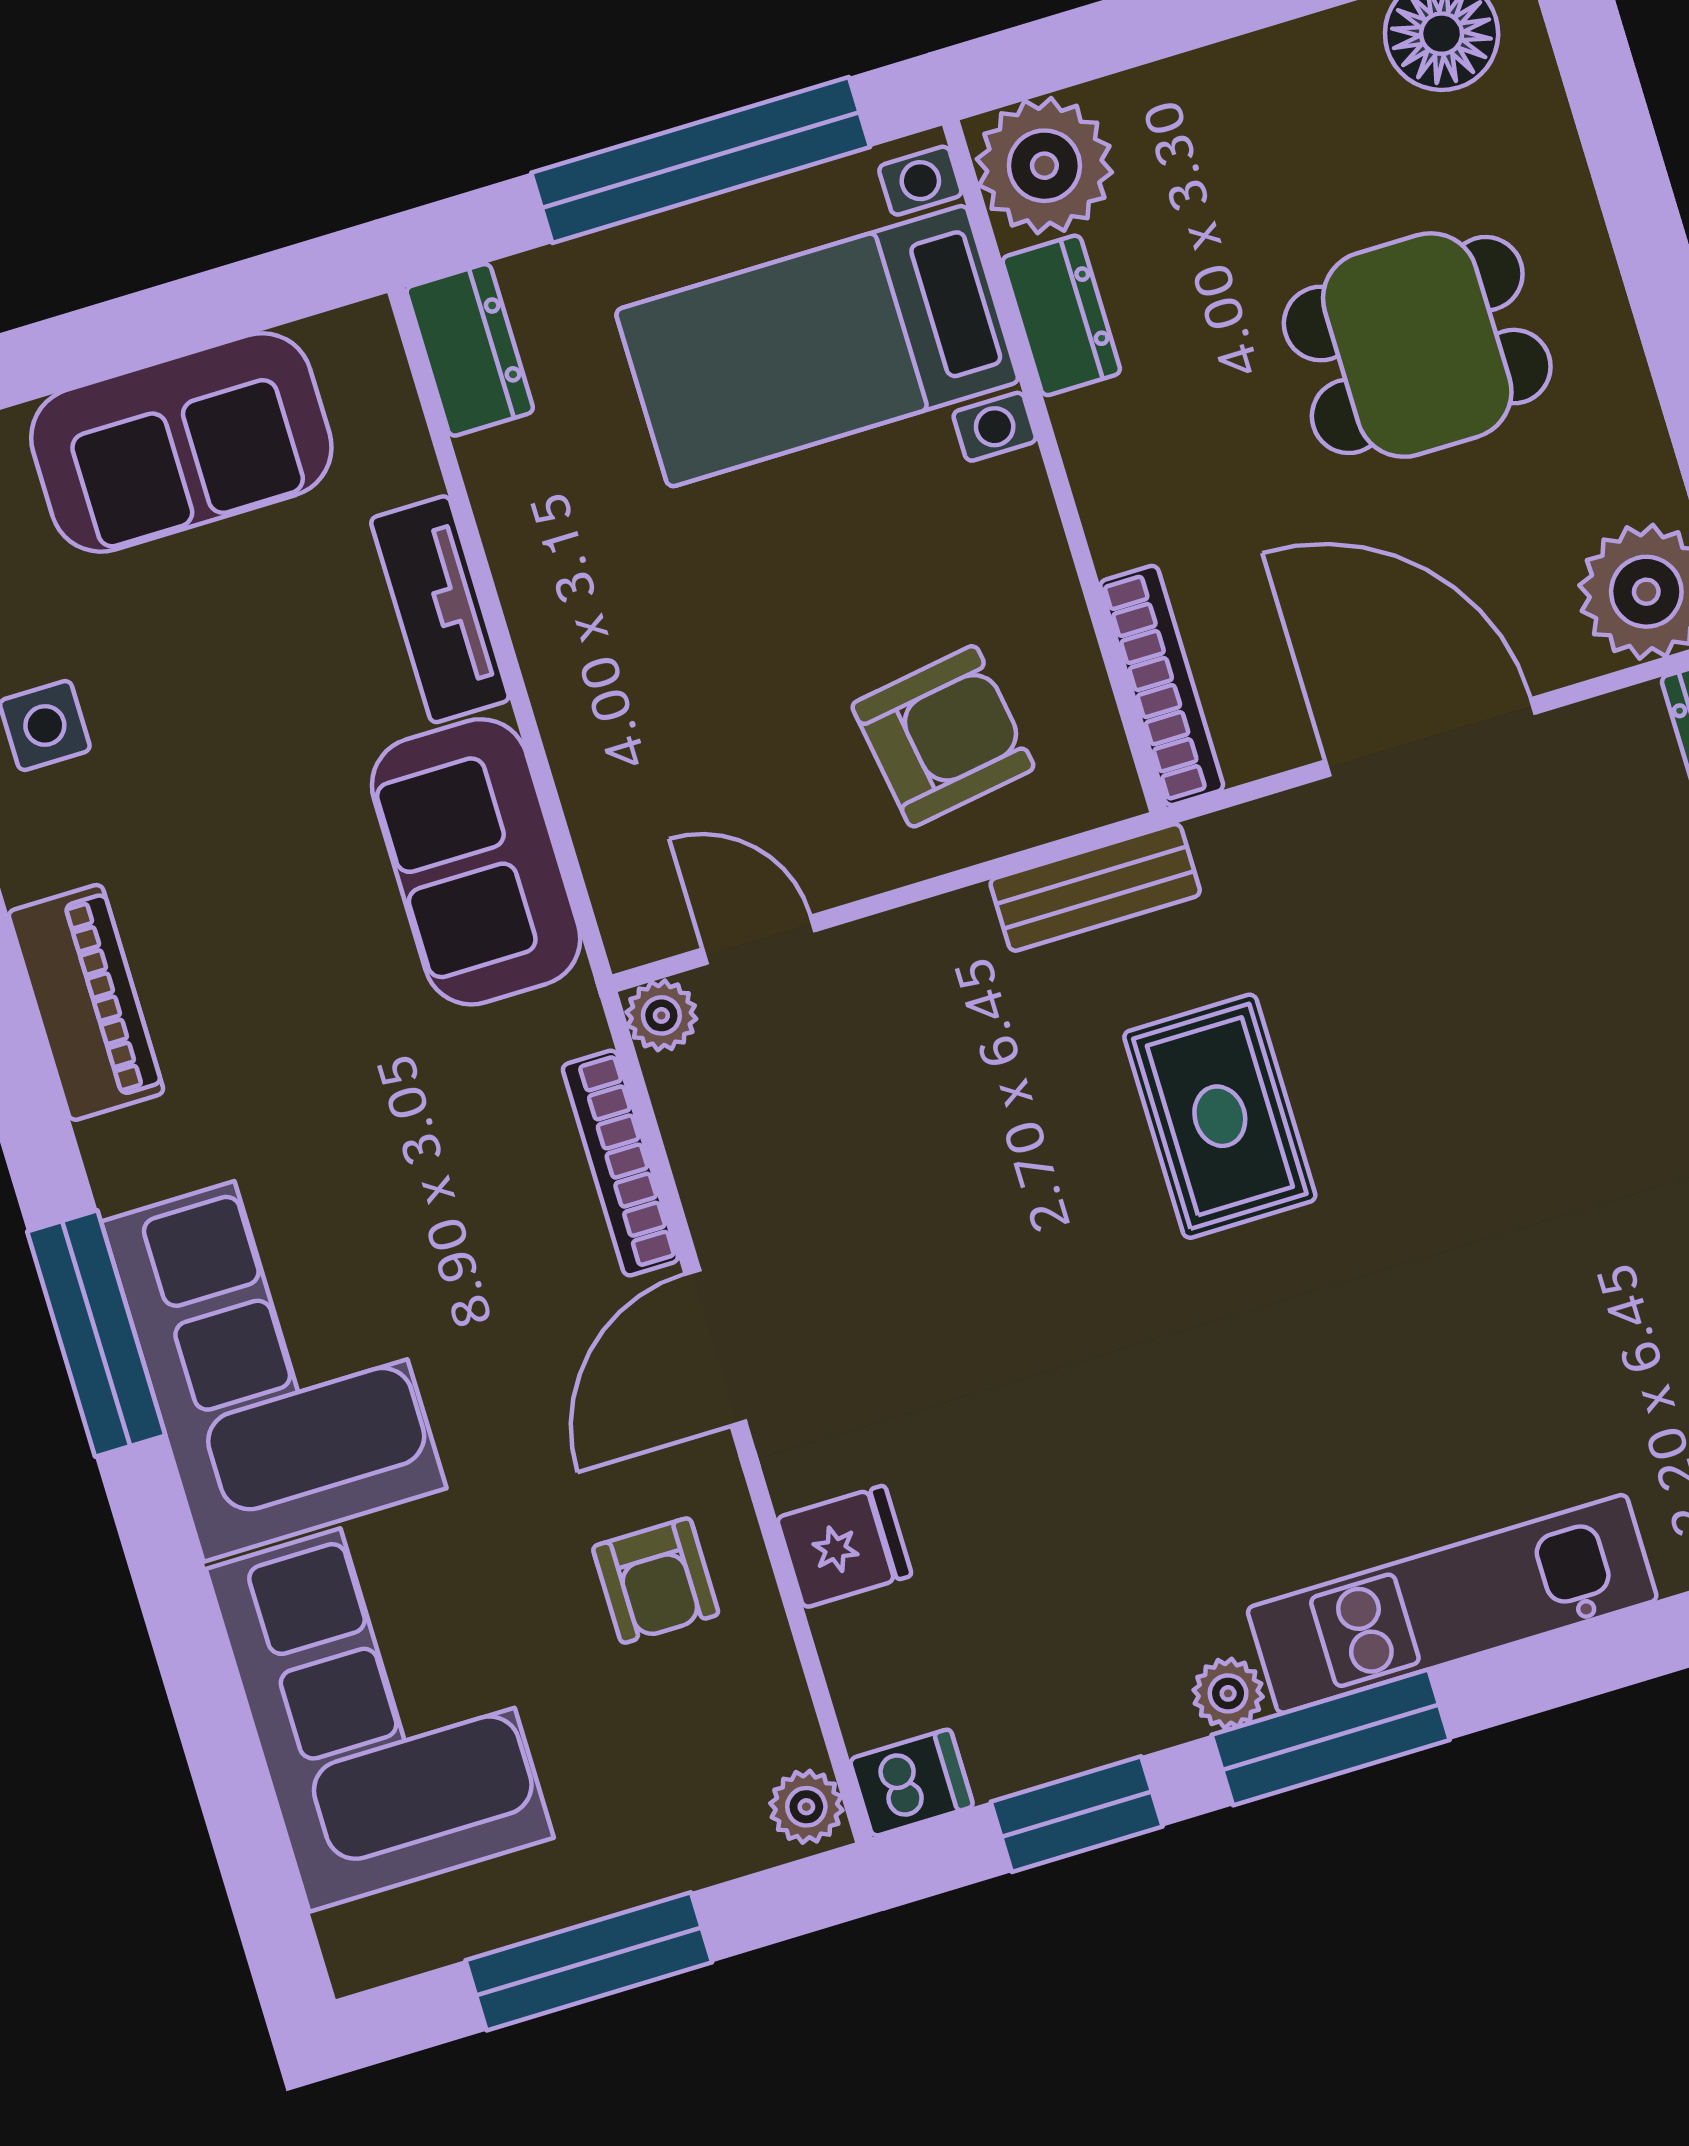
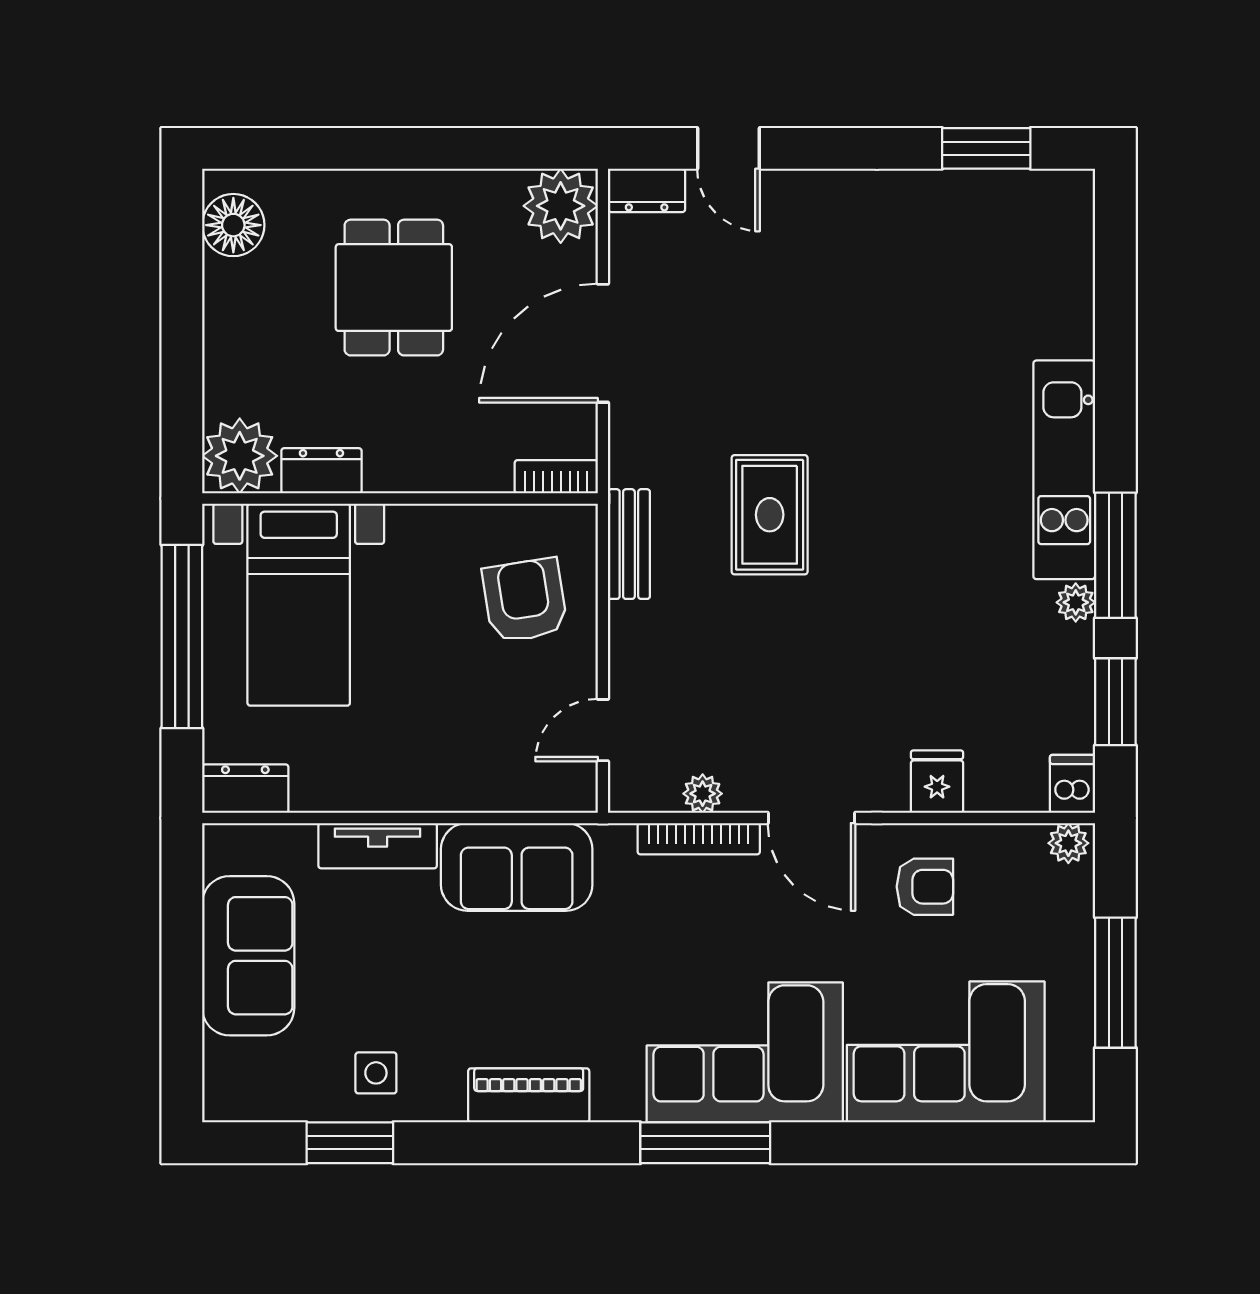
bookcase: (1162, 685) -> (556, 477), width x0.64
plant: (661, 1015) -> (703, 794), moved
rug: (1220, 1116) -> (770, 515), turned 90

